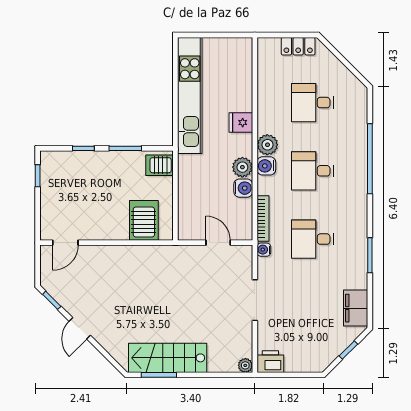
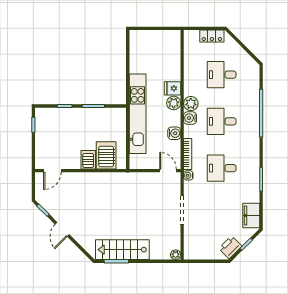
kitchen unit: (190, 95) -> (138, 114), moved
server rack: (159, 165) -> (88, 160), moved, turned 90
plant: (242, 167) -> (174, 103), moved
door: (218, 243) -> (168, 171), moved
printer: (270, 362) -> (230, 247), moved, turned -45

